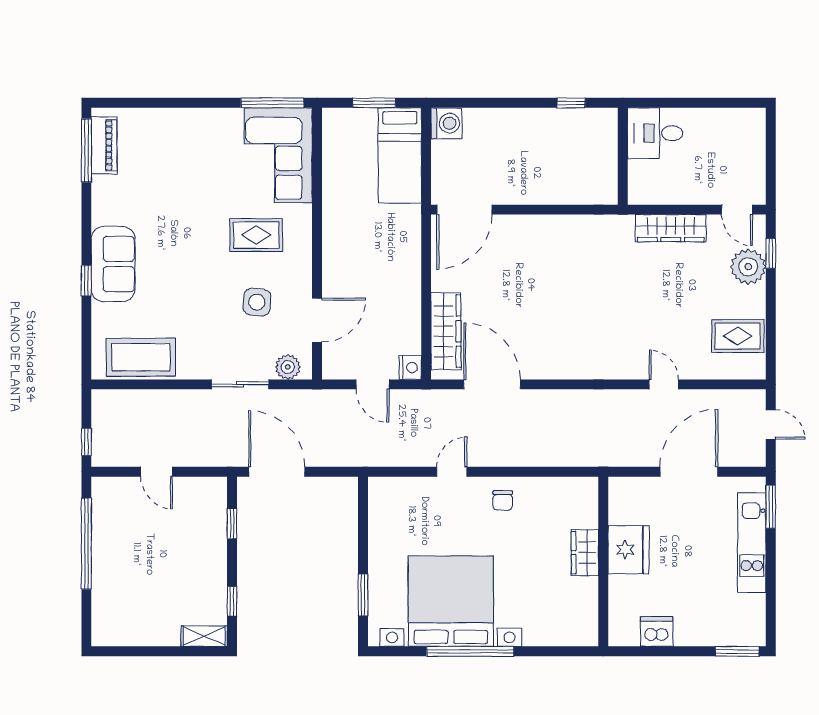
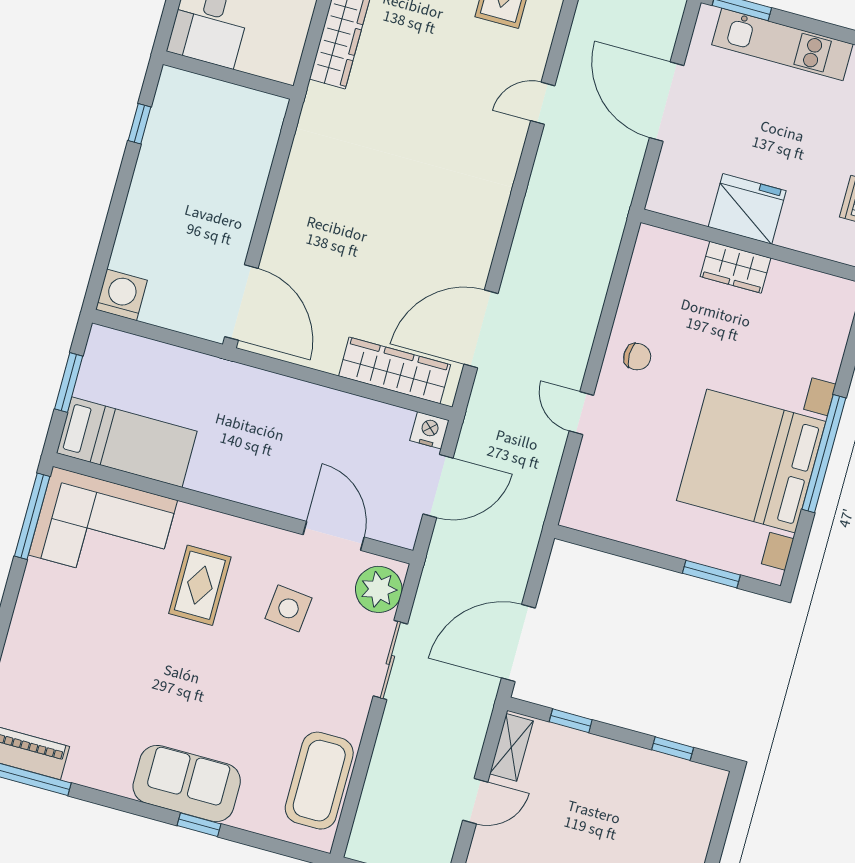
bed: (400, 155) -> (127, 442), moved
plant: (288, 367) -> (379, 589), width x1.36, depth x1.36
door: (372, 384) -> (438, 486), width x1.38
shelving: (204, 636) -> (511, 747), moved

